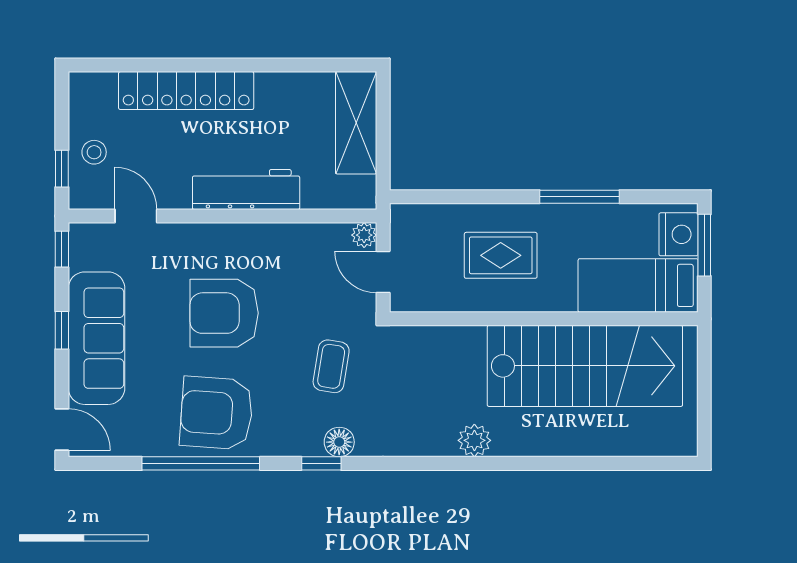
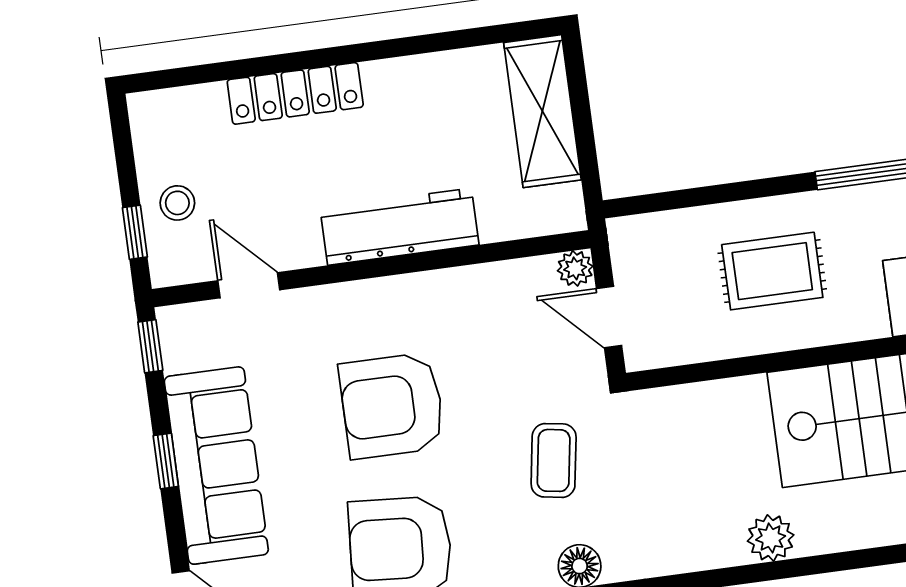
locker: (186, 91) -> (295, 93), width x0.71, depth x0.83

